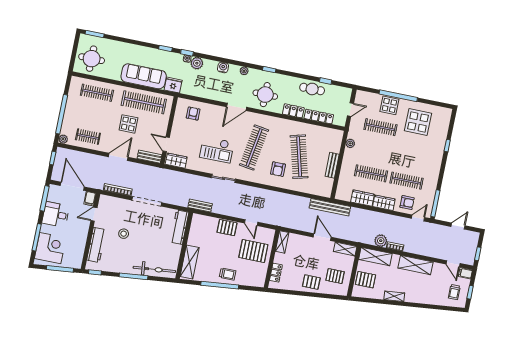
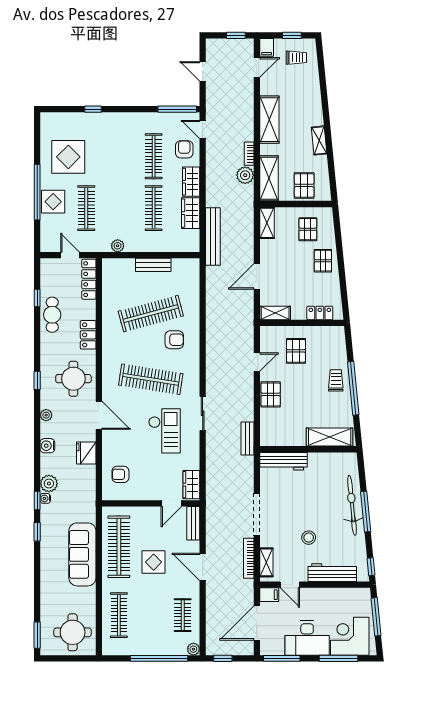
fridge: (173, 85) -> (86, 453), moved
locker: (319, 117) -> (89, 279), moved
shelving: (112, 201) -> (266, 562), added
bench: (330, 207) -> (213, 237), moved
desk: (56, 214) -> (307, 638), width x1.37
door: (322, 237) -> (257, 276), moved
pallet: (253, 251) -> (296, 351), width x0.67, depth x0.71
bicycle: (154, 269) -> (352, 505), moved

